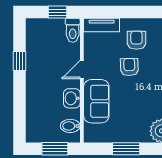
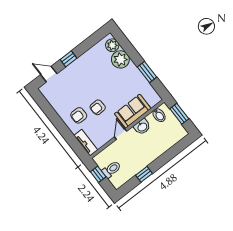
toilet: (73, 30) -> (111, 169), moved
door: (82, 69) -> (121, 134), swing flipped

